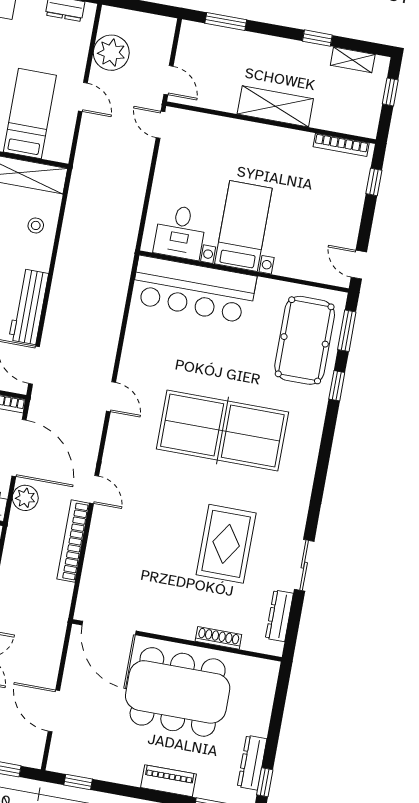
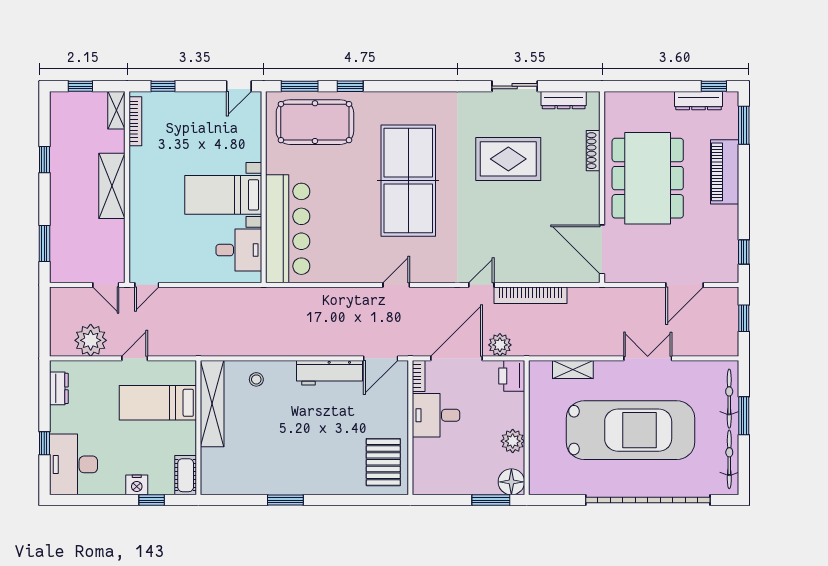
shelving: (353, 60) -> (116, 110), moved
door: (169, 80) -> (106, 285), swing flipped
door: (109, 628) -> (602, 249), swing flipped
piano: (169, 781) -> (725, 172), width x1.37, depth x1.33

